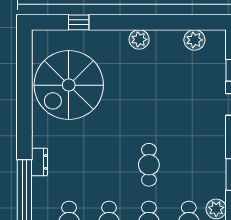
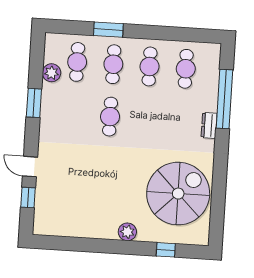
plant: (139, 39) -> (127, 232), moved
plant: (194, 40) -> (62, 227), removed

